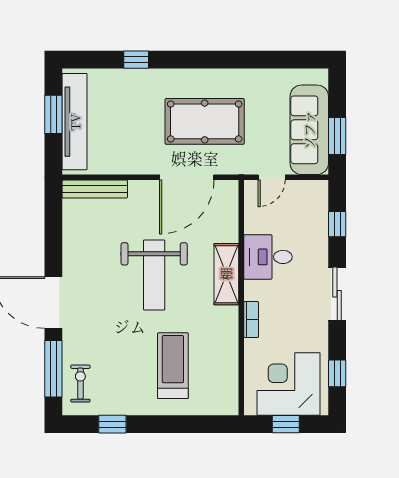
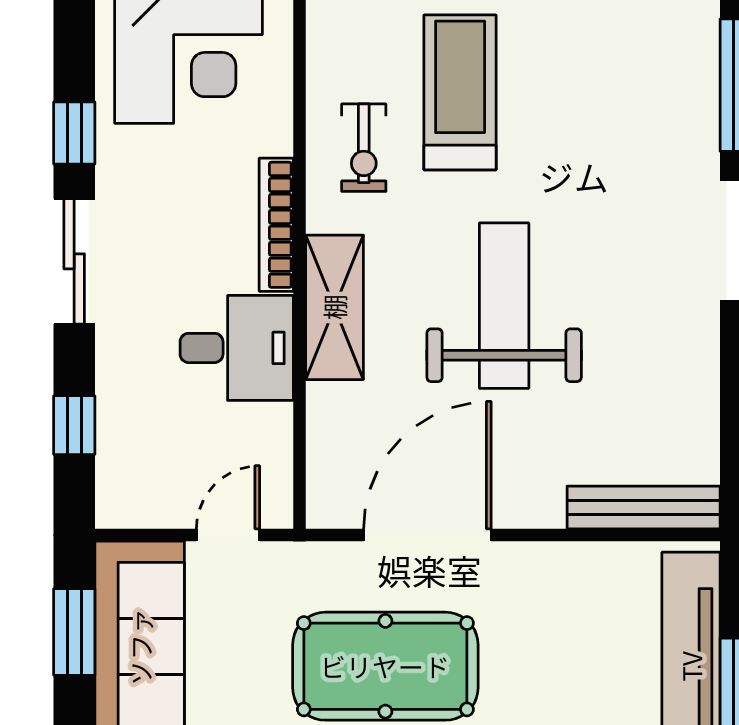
bookcase: (251, 320) -> (276, 225), width x1.56
treadmill: (173, 366) -> (460, 92), turned 180
window: (337, 373) -> (74, 133), moved
exercise bike: (80, 383) -> (364, 148), moved

